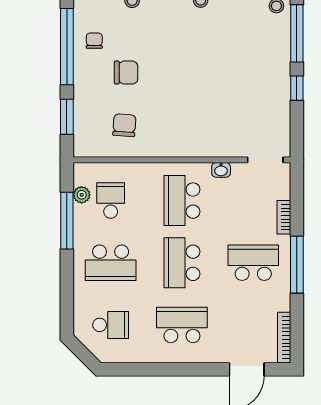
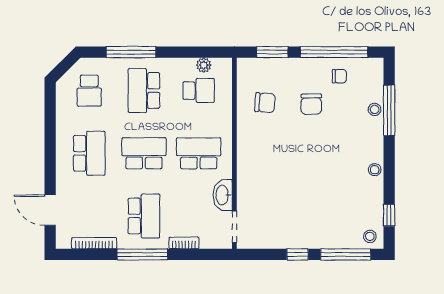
washbasin: (221, 170) -> (223, 195), width x1.91, depth x1.45
window: (67, 221) -> (131, 52), moved
bookcase: (284, 338) -> (94, 243), moved

